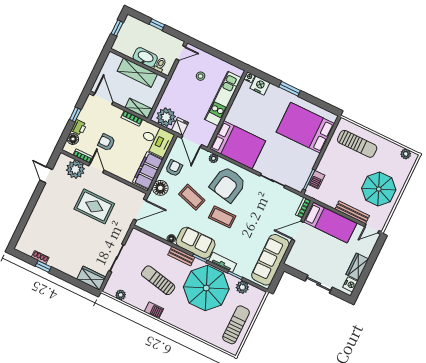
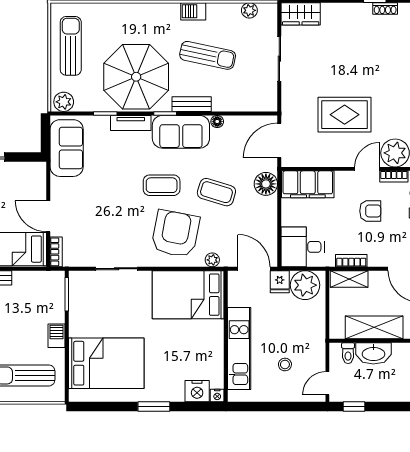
window: (157, 25) -> (354, 406), moved
door: (96, 168) -> (367, 169), swing flipped
armchair: (174, 168) -> (260, 220), removed
filing cabinet: (148, 171) -> (308, 184), moved, turned 90
barbecue: (316, 180) -> (56, 336), moved
door: (298, 231) -> (48, 216), swing flipped
sofa: (270, 260) -> (67, 148), width x0.73
plant: (242, 287) -> (64, 102), moved
sun lounger: (236, 325) -> (71, 46), turned 180

